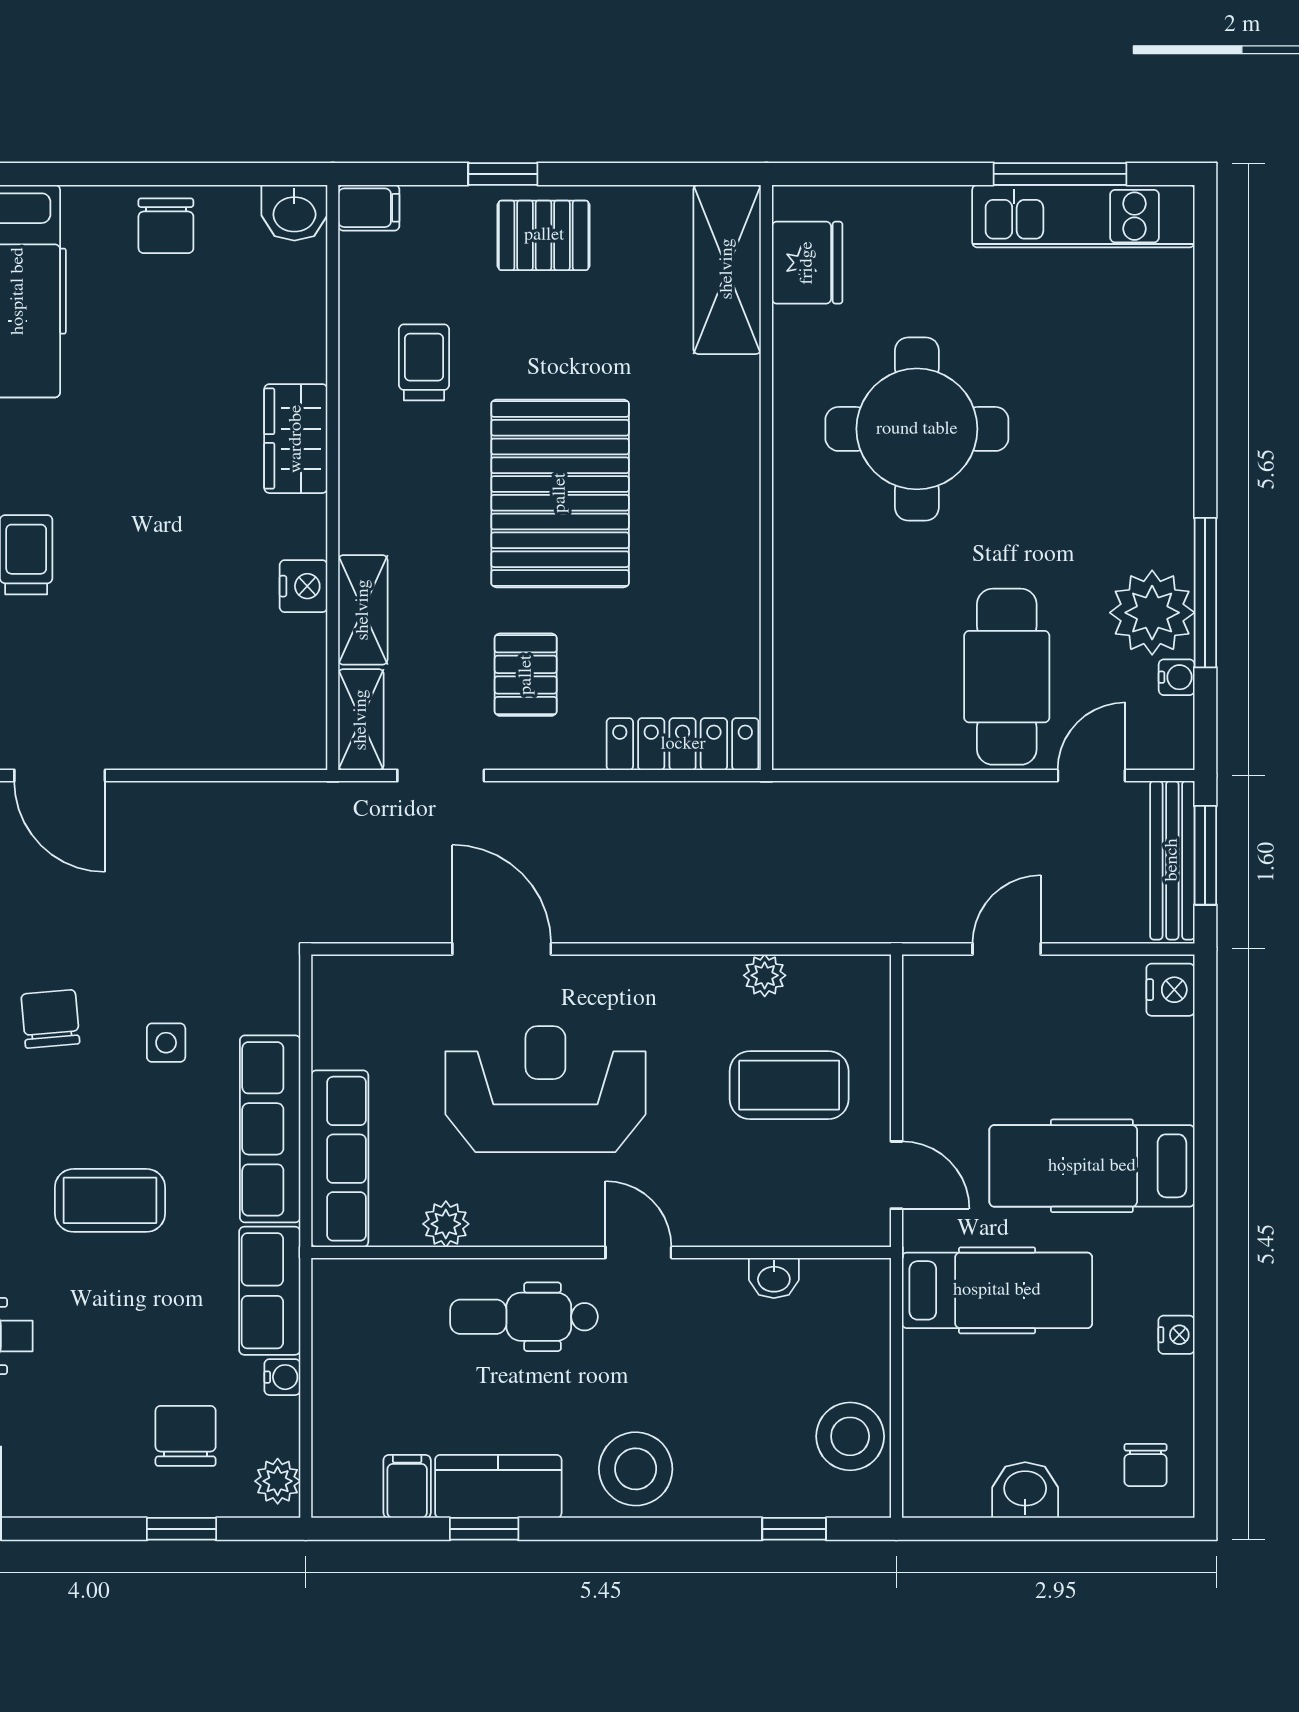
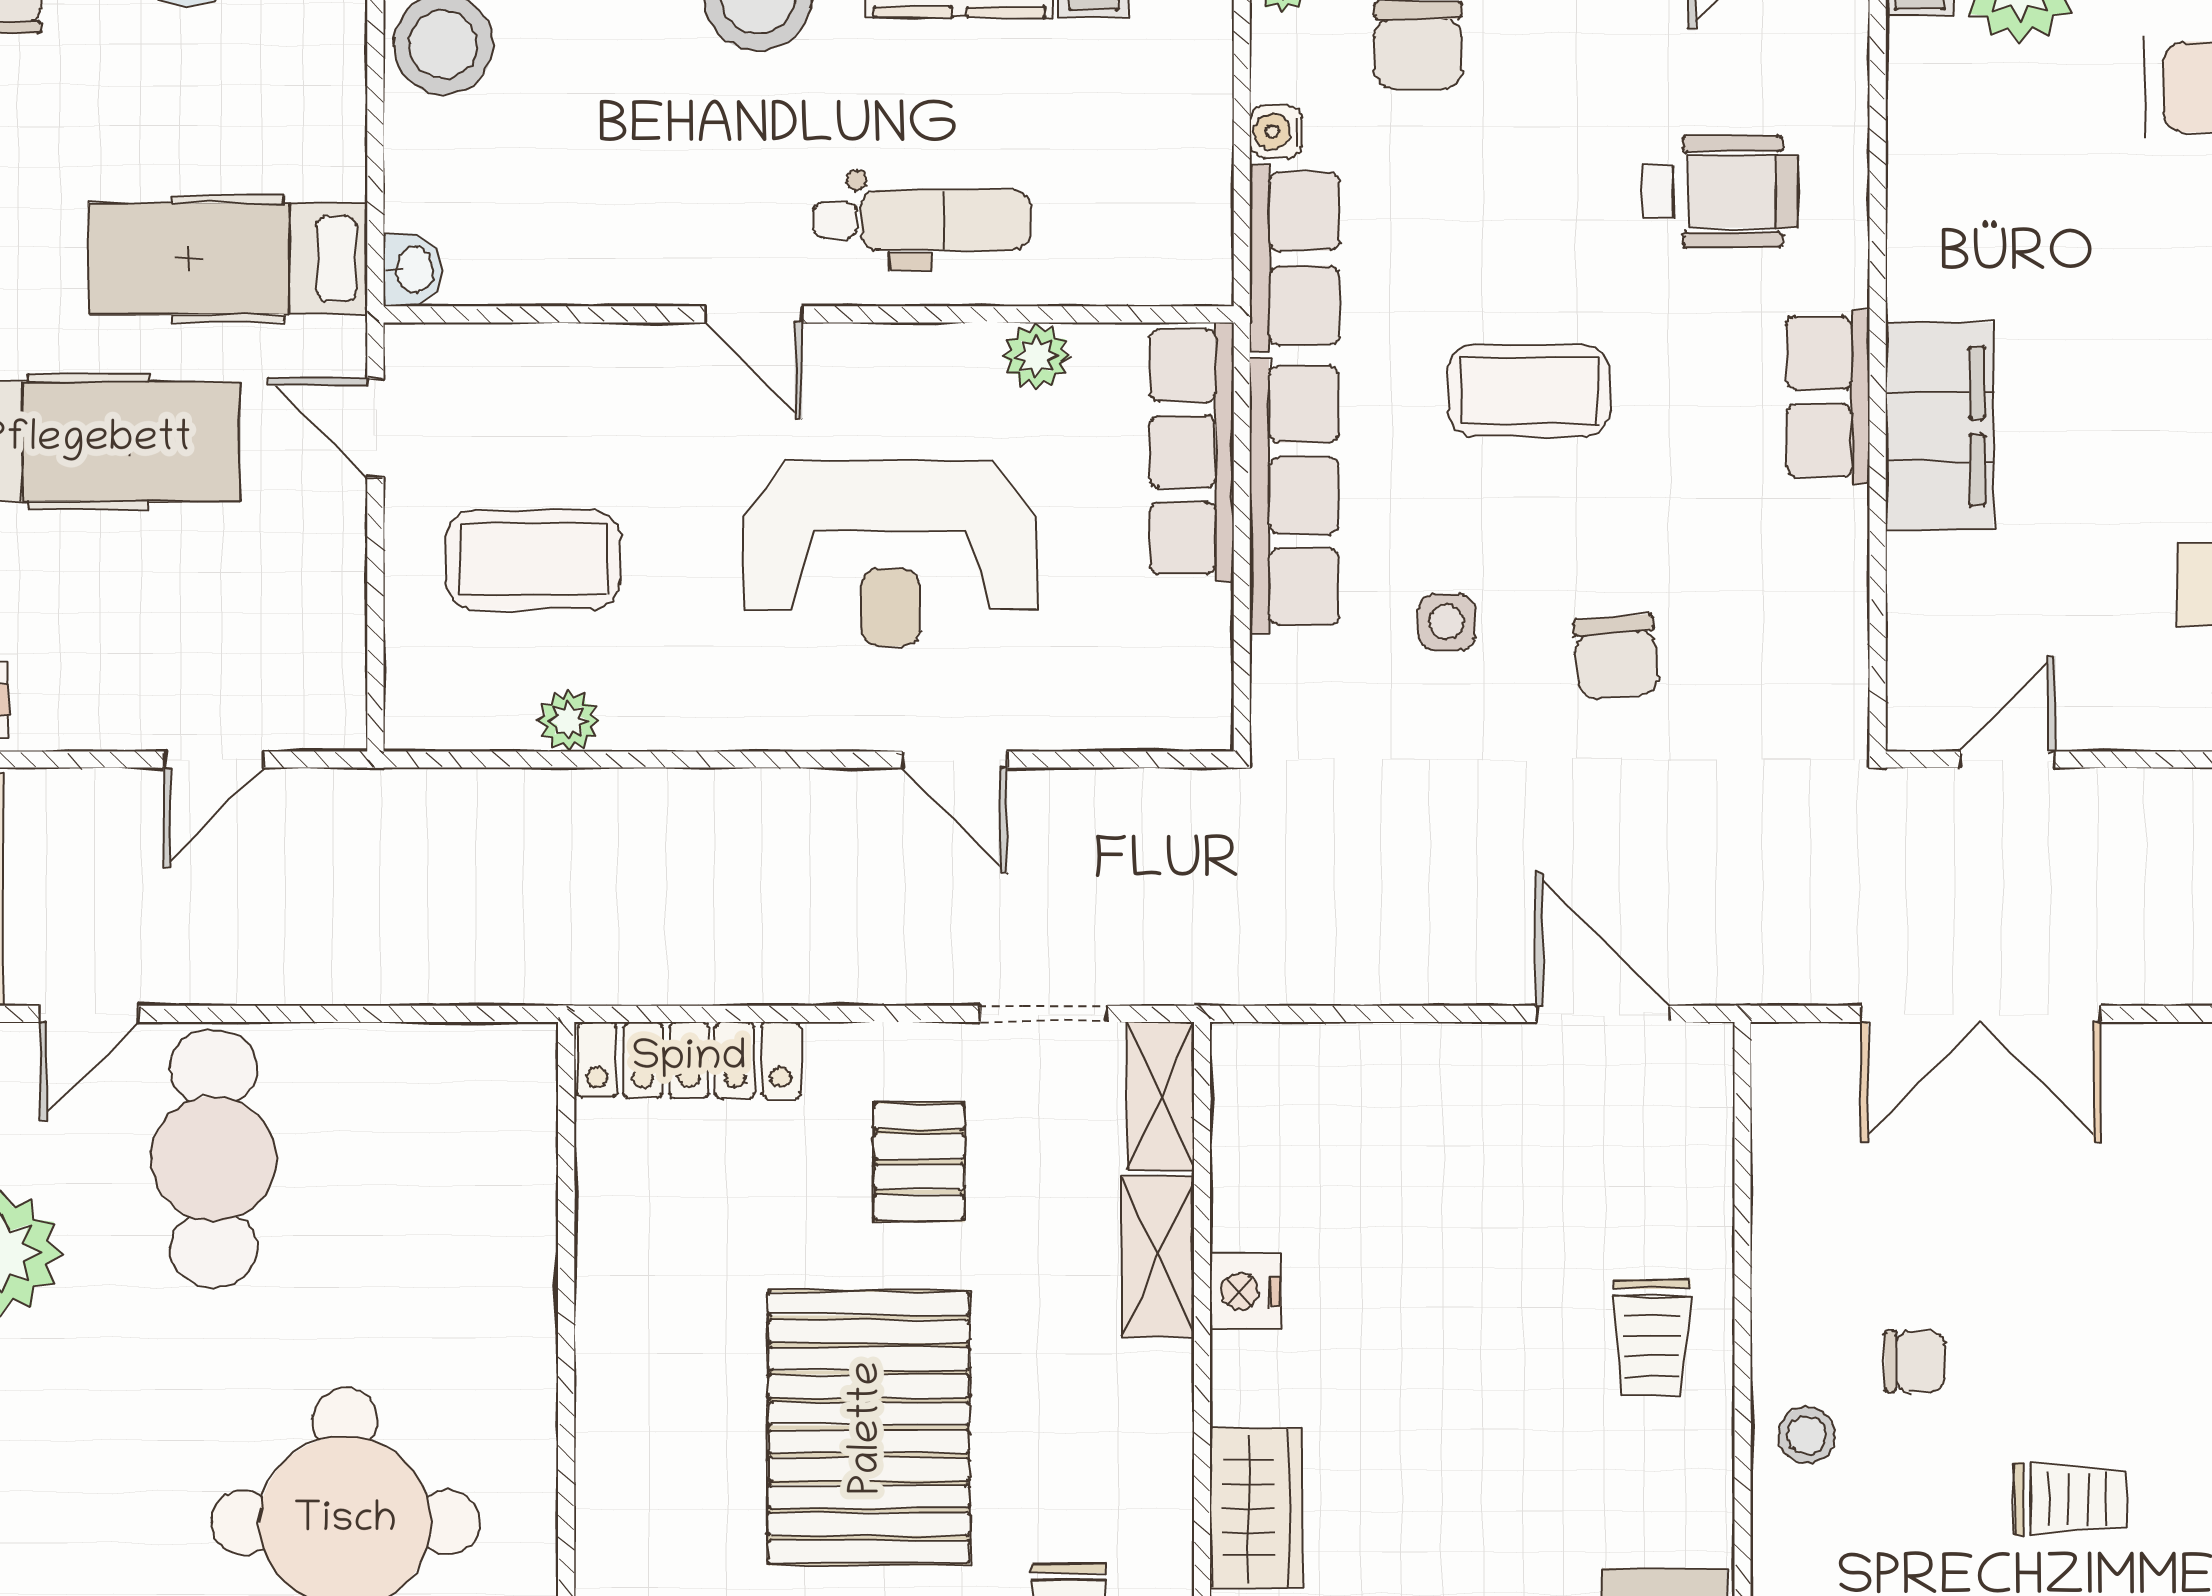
door: (502, 949) -> (954, 760), width x0.73
washbasin: (774, 1278) -> (413, 270), moved, turned 90

